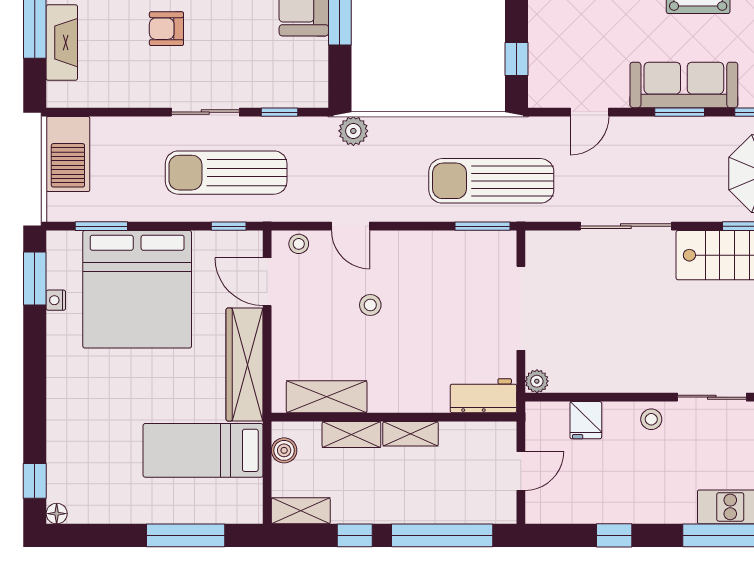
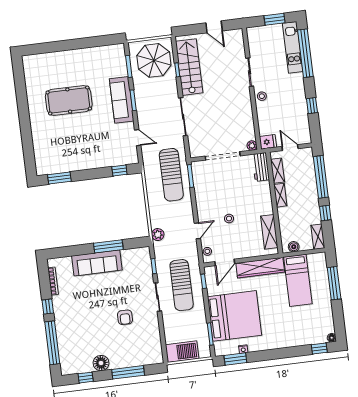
fireplace: (62, 43) -> (136, 360), removed
fridge: (586, 420) -> (268, 142), moved
shelving: (351, 435) -> (278, 171), moved

